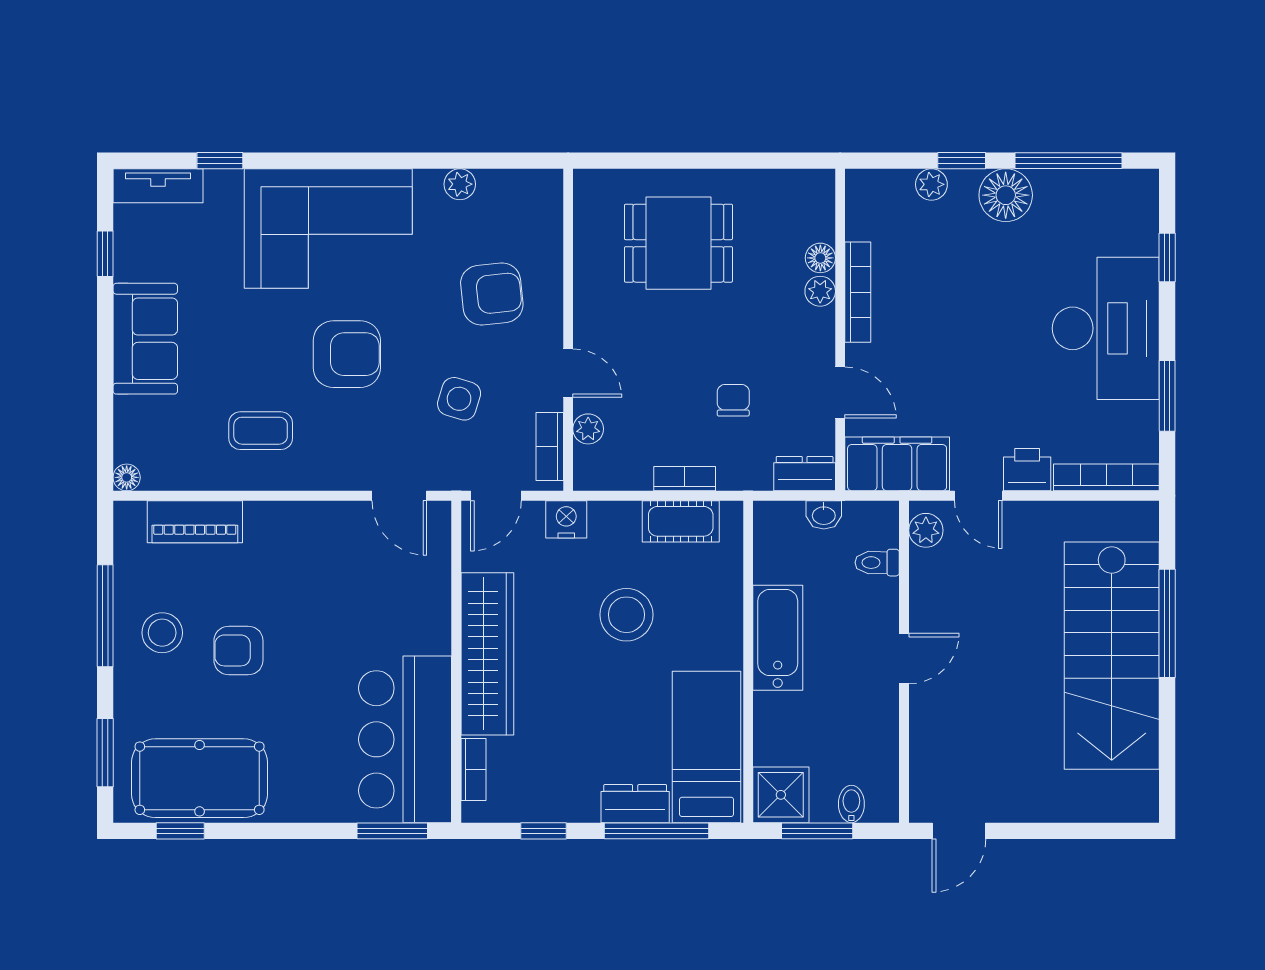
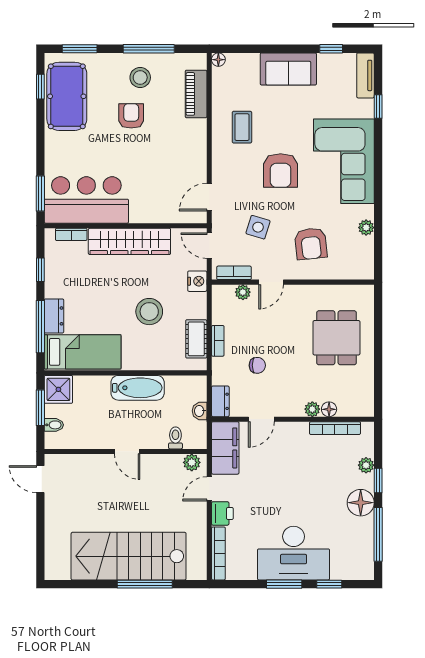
bookcase: (858, 292) -> (335, 428), moved
window: (1167, 396) -> (284, 584), moved

